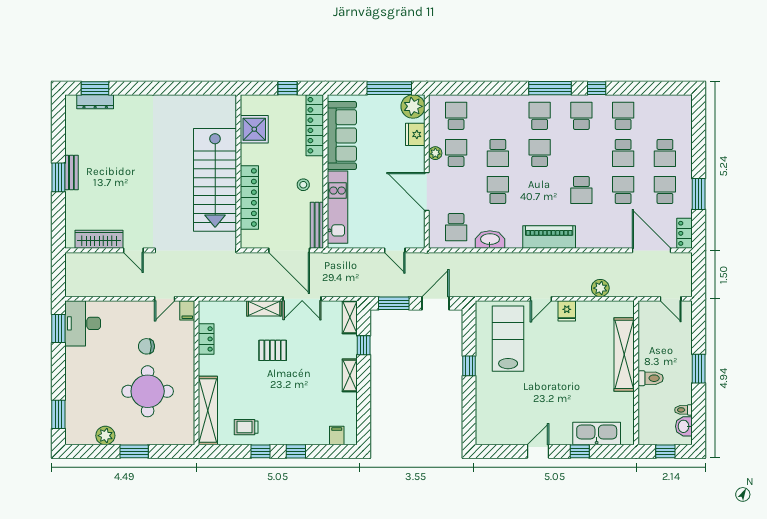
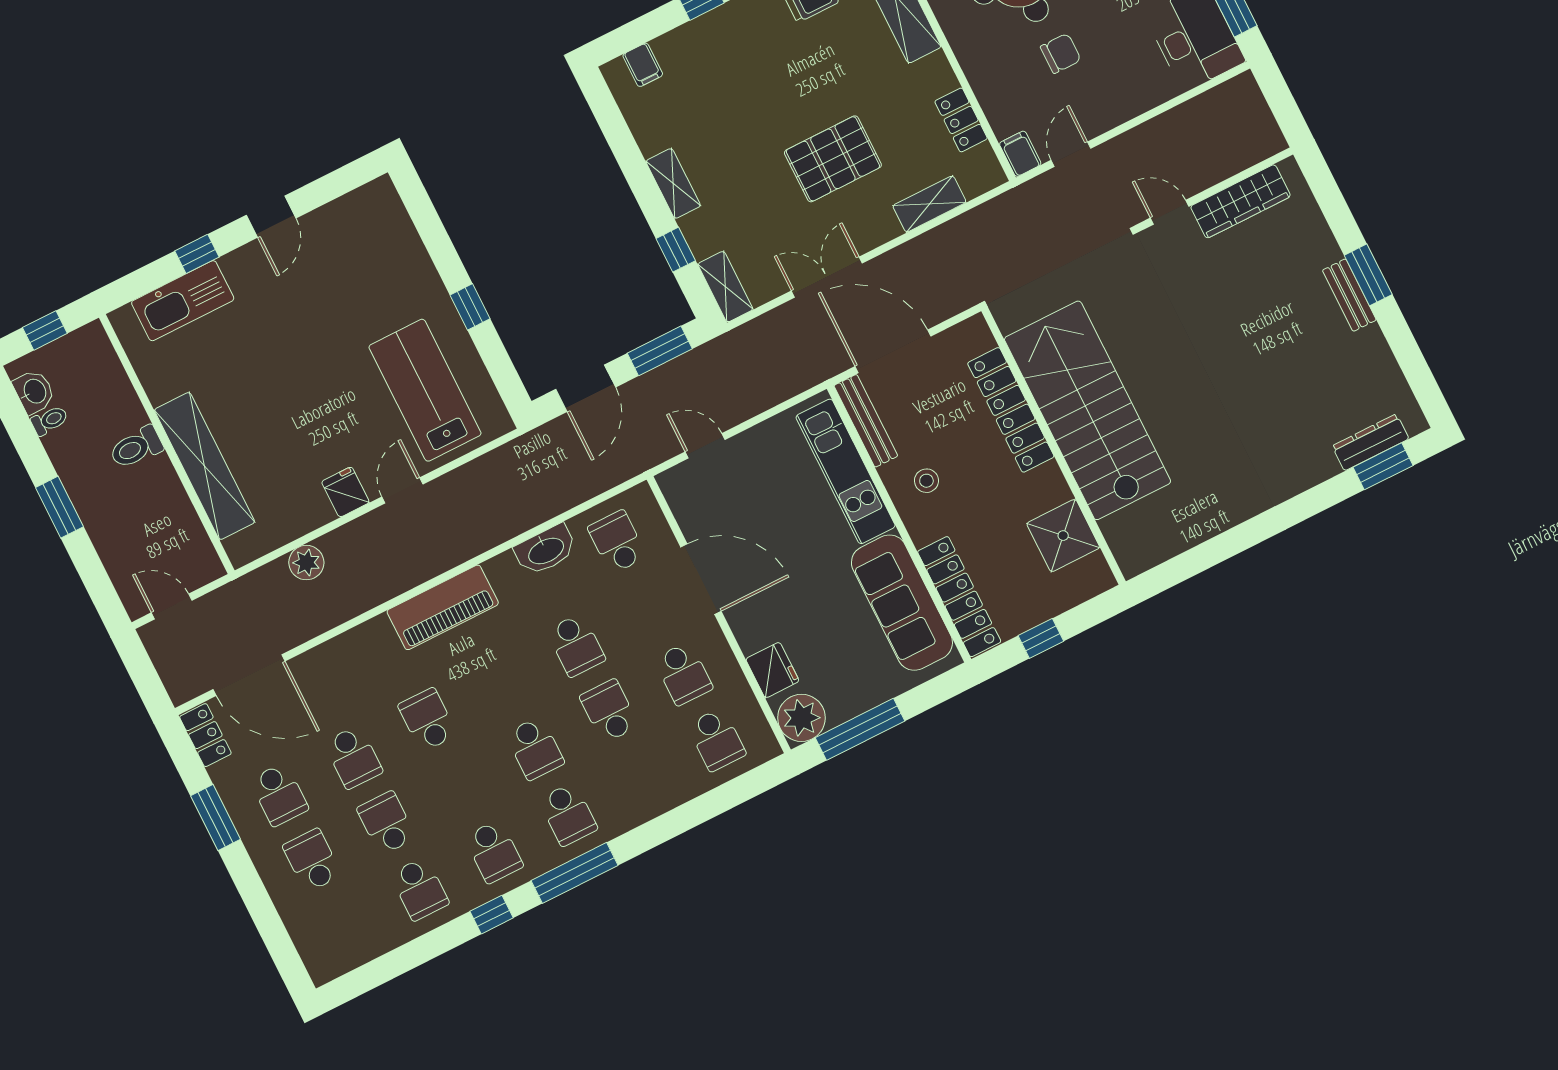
plant: (435, 153) -> (720, 655), removed
shelving: (264, 308) -> (929, 204), moved
lab bench: (508, 339) -> (425, 390), turned 180
pallet: (273, 350) -> (833, 159), width x1.50, depth x1.42

